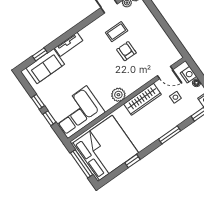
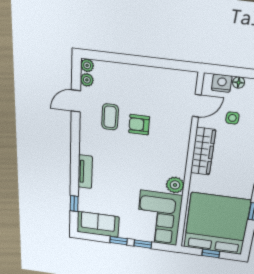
sofa: (45, 66) -> (98, 224), moved, turned -90
plant: (118, 95) -> (175, 185), moved
window: (82, 164) -> (211, 253), width x0.46

